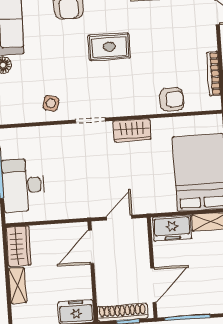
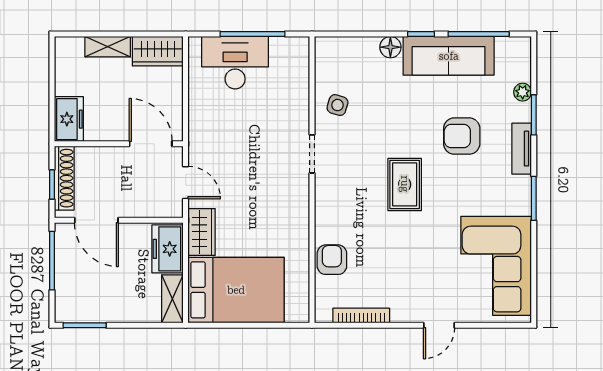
armchair: (172, 99) -> (332, 260), turned 180
wardrobe: (132, 130) -> (202, 232), moved, turned 180

